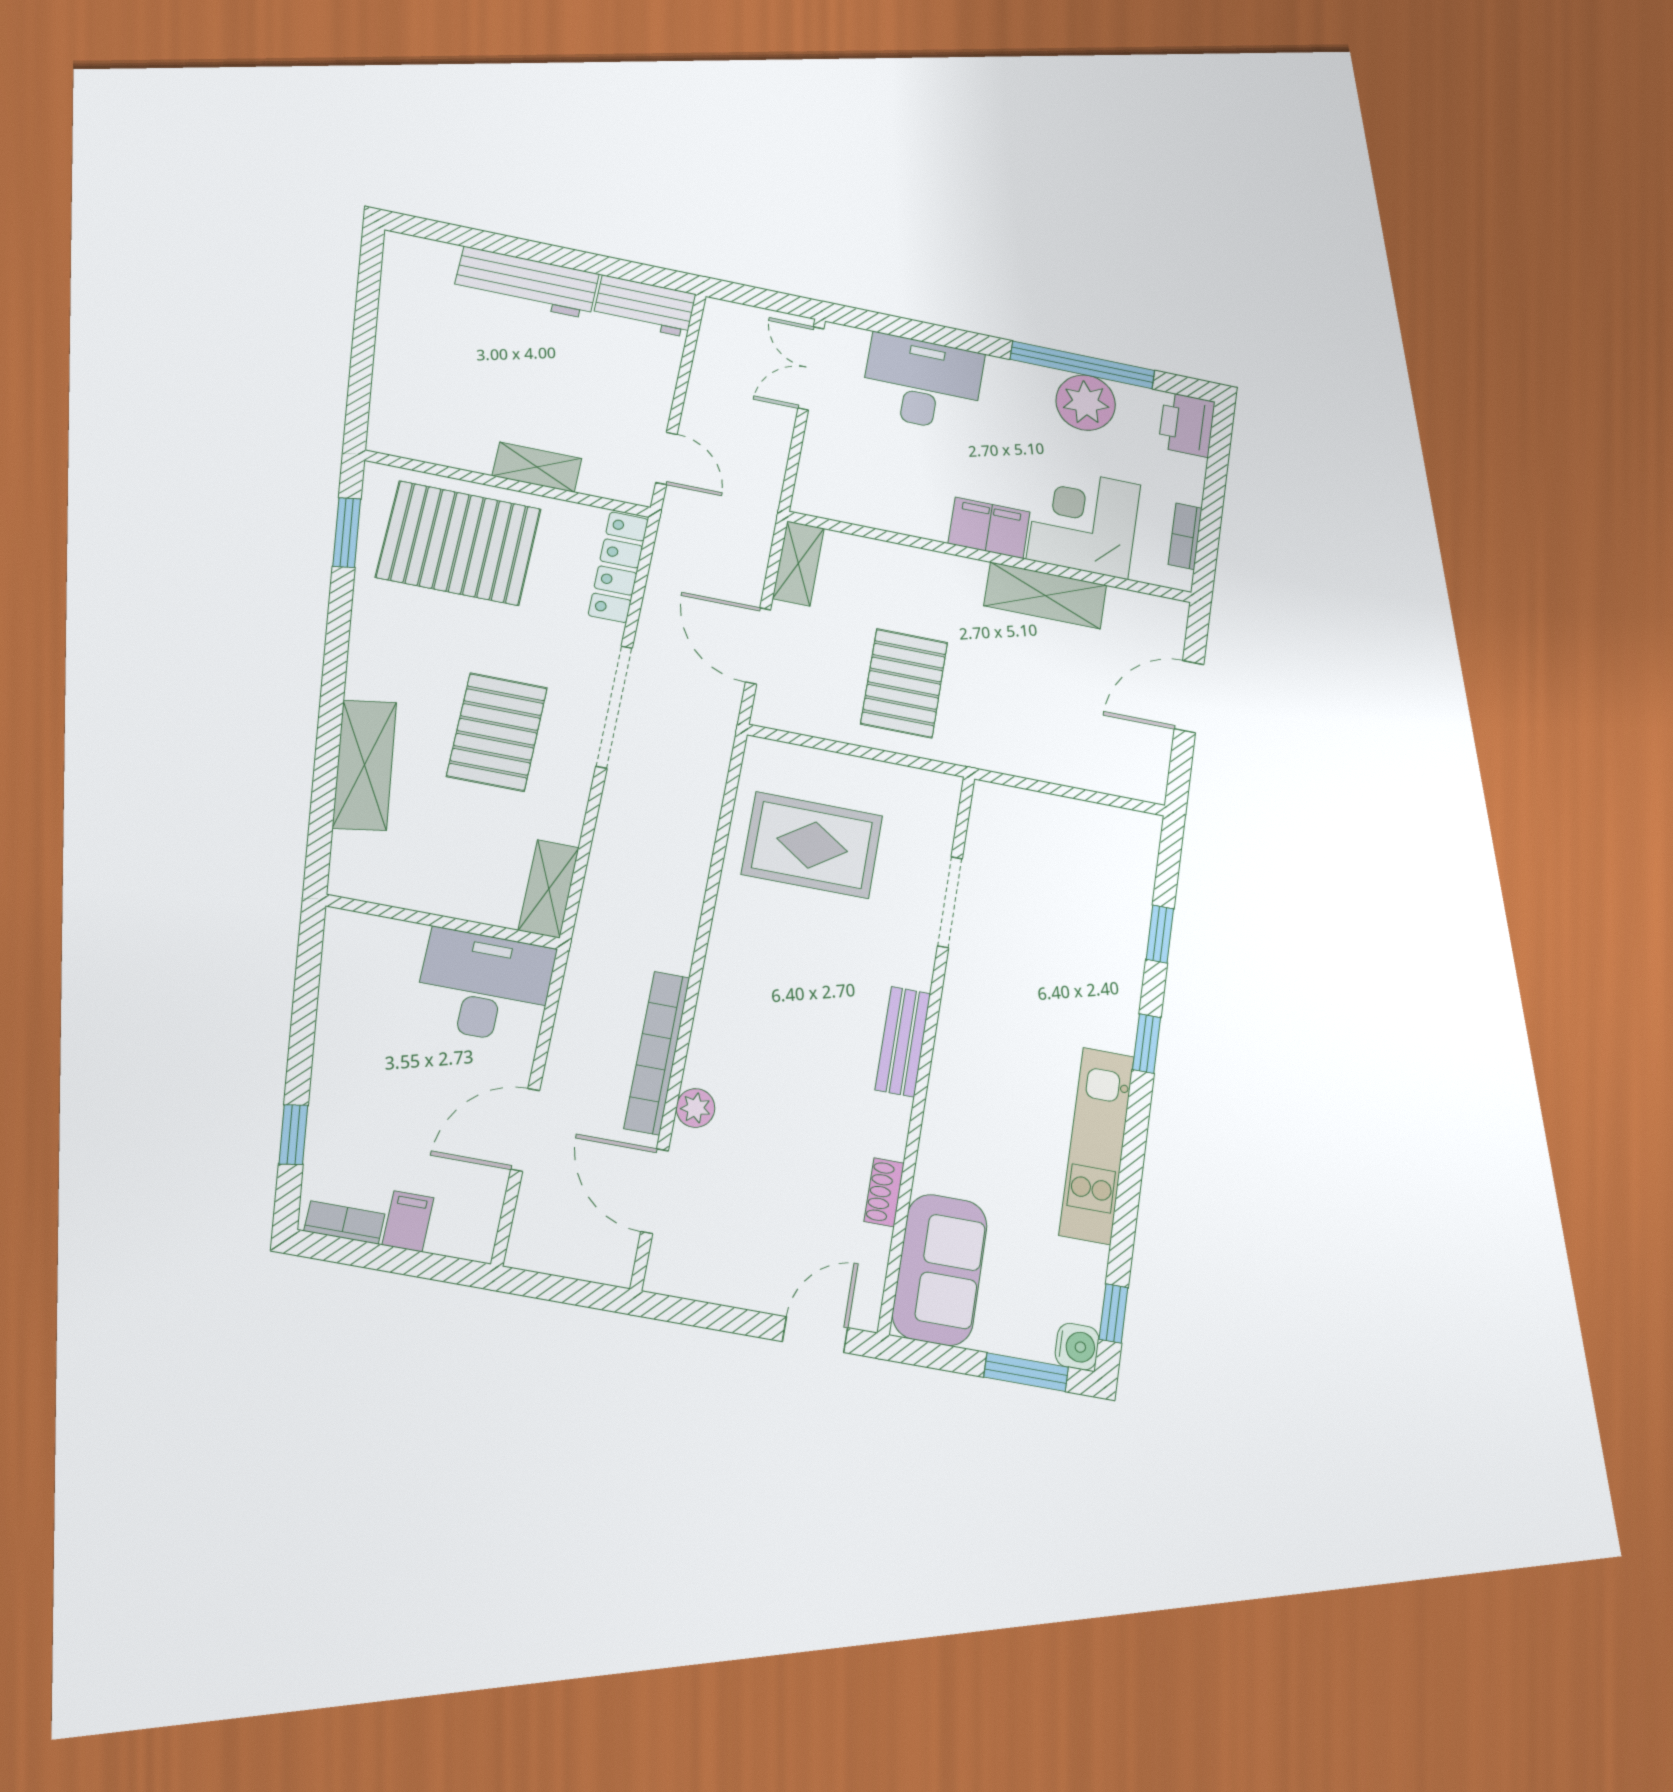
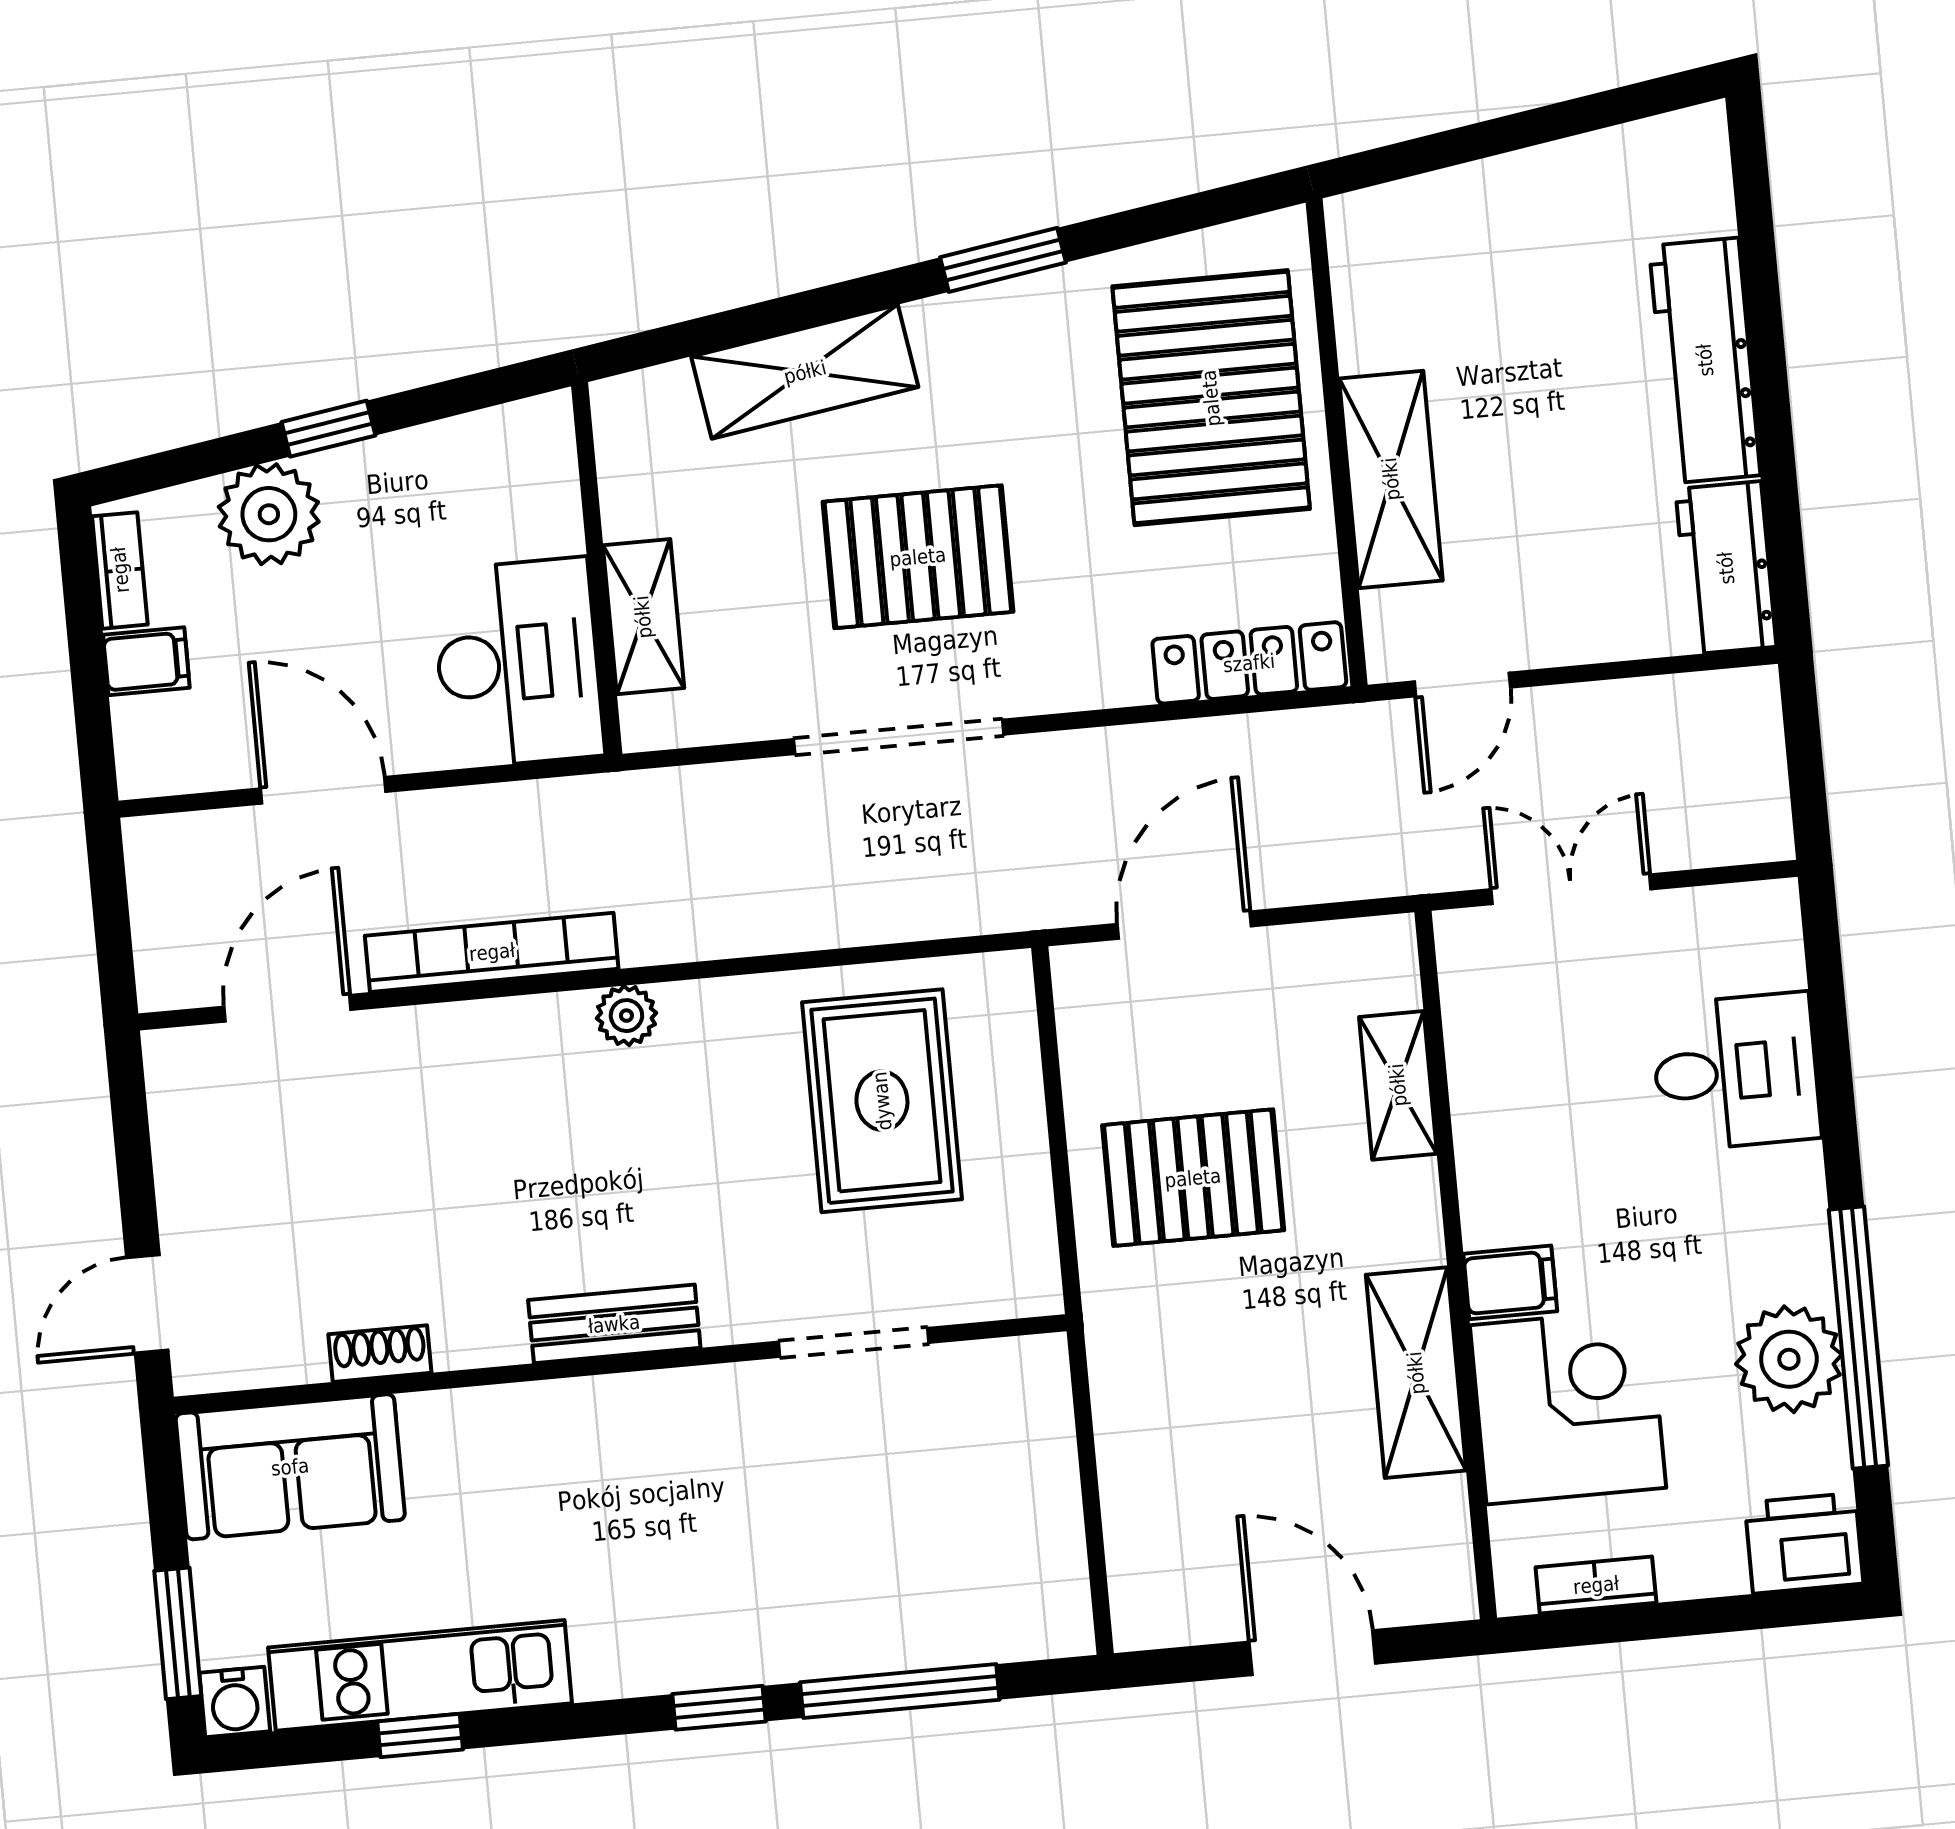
double door: (811, 368) -> (1571, 889), moved
desk: (922, 383) -> (1736, 1072), width x0.73
shelving: (537, 467) -> (1391, 479), width x1.50, depth x1.33
filing cabinet: (989, 528) -> (1510, 1282), width x0.50
window: (347, 533) -> (1003, 260), moved
shelving: (798, 563) -> (1398, 1085), moved, turned 90
doorway: (614, 707) -> (899, 737), moved
shelving: (549, 889) -> (643, 617), moved, turned 90
window: (1160, 934) -> (900, 1691), width x2.17
plant: (695, 1108) -> (626, 1016), moved
plant: (341, 1116) -> (269, 514), added
window: (293, 1134) -> (328, 429), moved
kitchen unit: (1097, 1145) -> (420, 1675), moved
window: (1113, 1313) -> (420, 1735), moved
door: (815, 1335) -> (147, 1304), swing flipped

